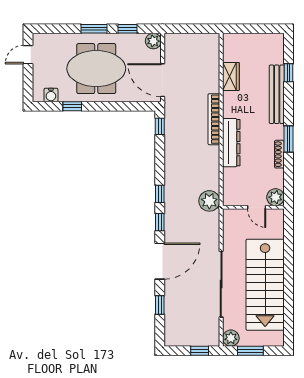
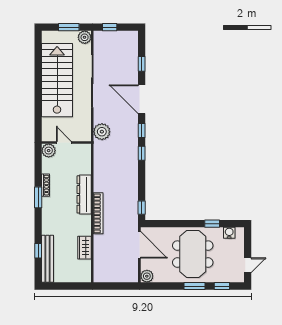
window: (128, 29) -> (222, 286), moved
meeting table: (96, 69) -> (193, 254), turned 90
bench: (277, 94) -> (48, 259), moved
plant: (209, 201) -> (102, 132), moved
door: (160, 261) -> (142, 99), hinge flipped

